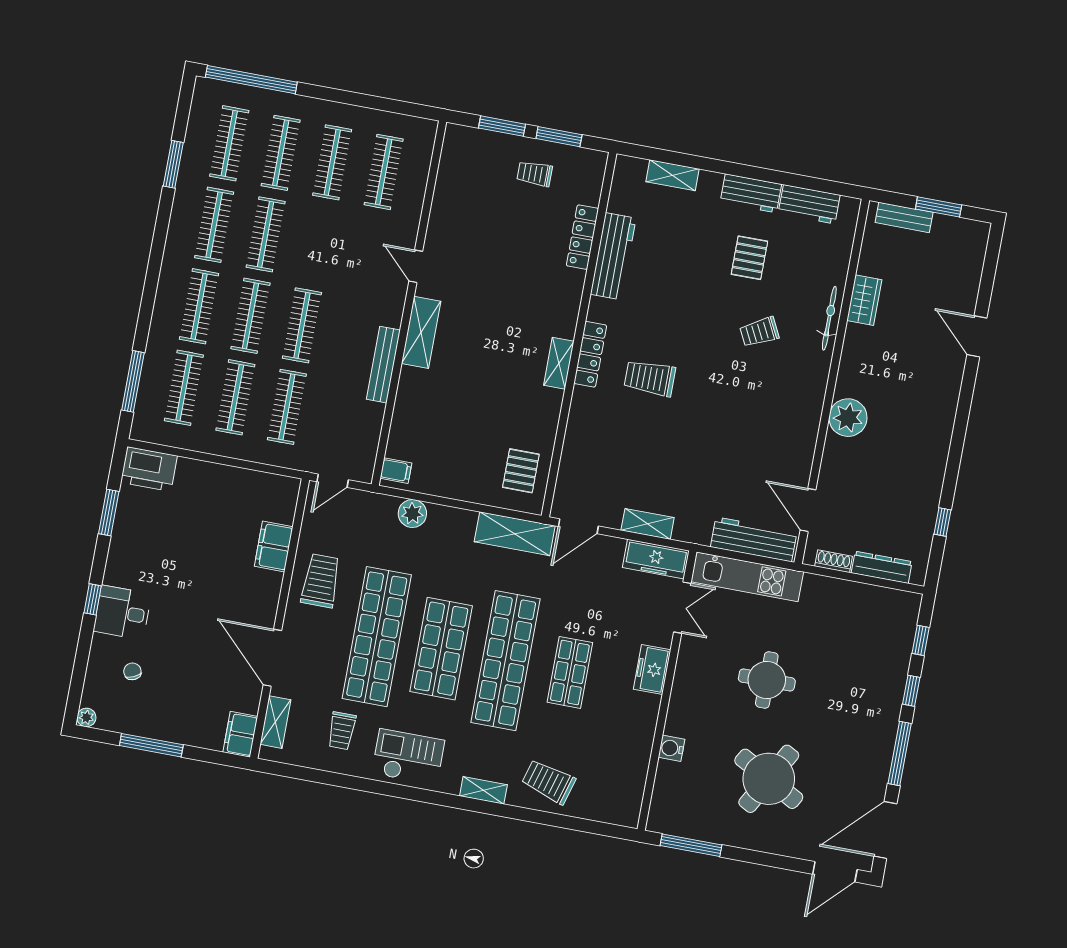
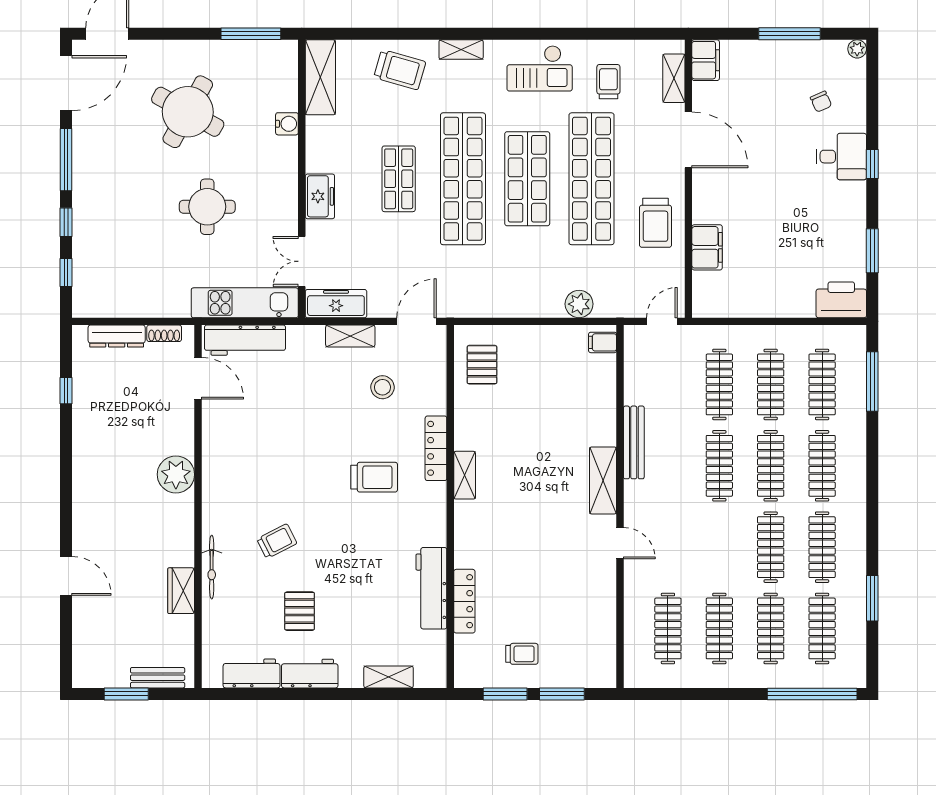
locker: (590, 354) -> (436, 448), moved
stool: (625, 467) -> (382, 387), added
shelving: (515, 534) -> (320, 77), moved, turned 90

